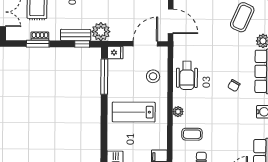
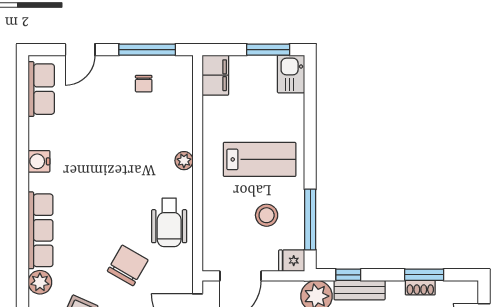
wheelchair: (187, 75) -> (169, 222), turned 180
stool: (153, 76) -> (267, 215), moved
chair: (234, 86) -> (128, 265), moved, width x1.87, depth x1.87
coffee table: (192, 134) -> (160, 122), removed

